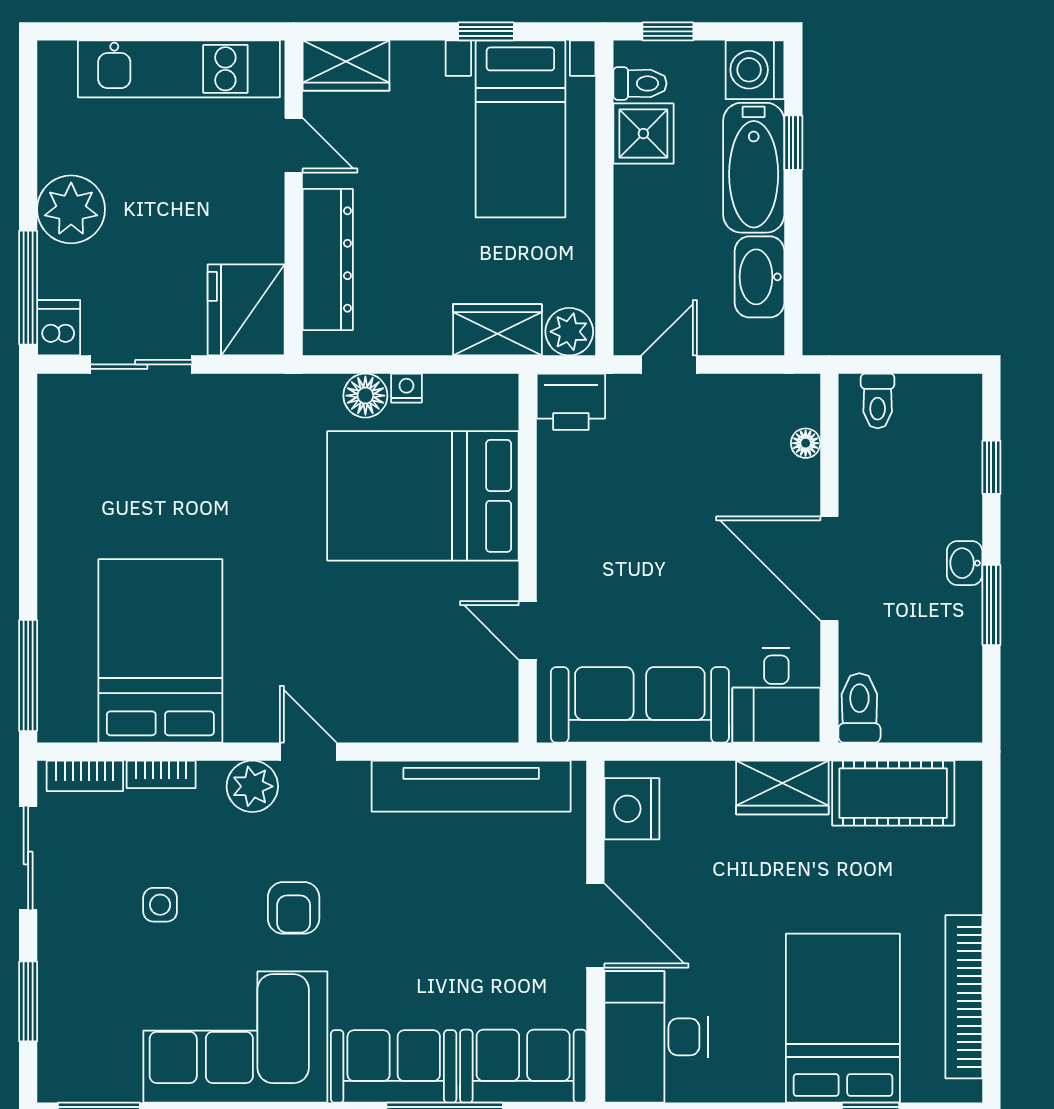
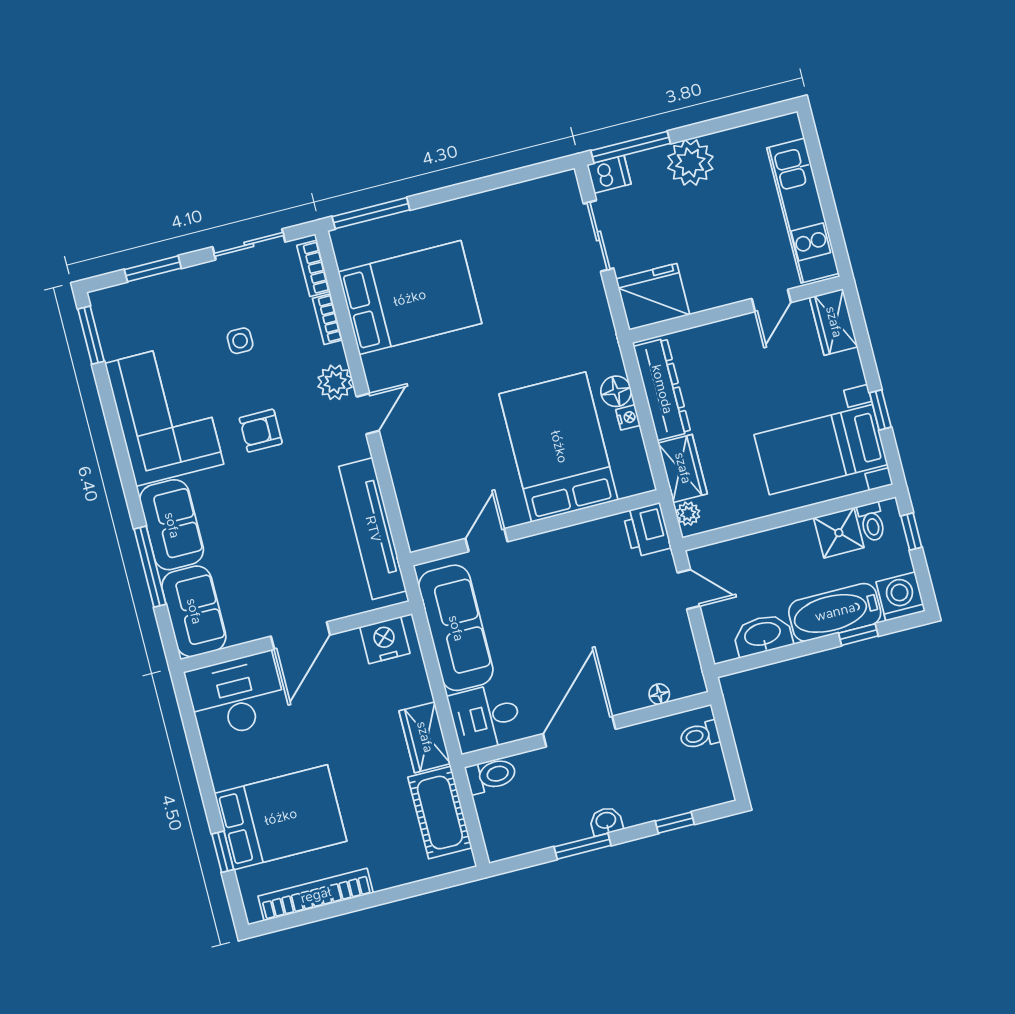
dresser: (328, 259) -> (662, 389), moved, turned -90
plant: (569, 332) -> (688, 514), width x0.73, depth x0.73

